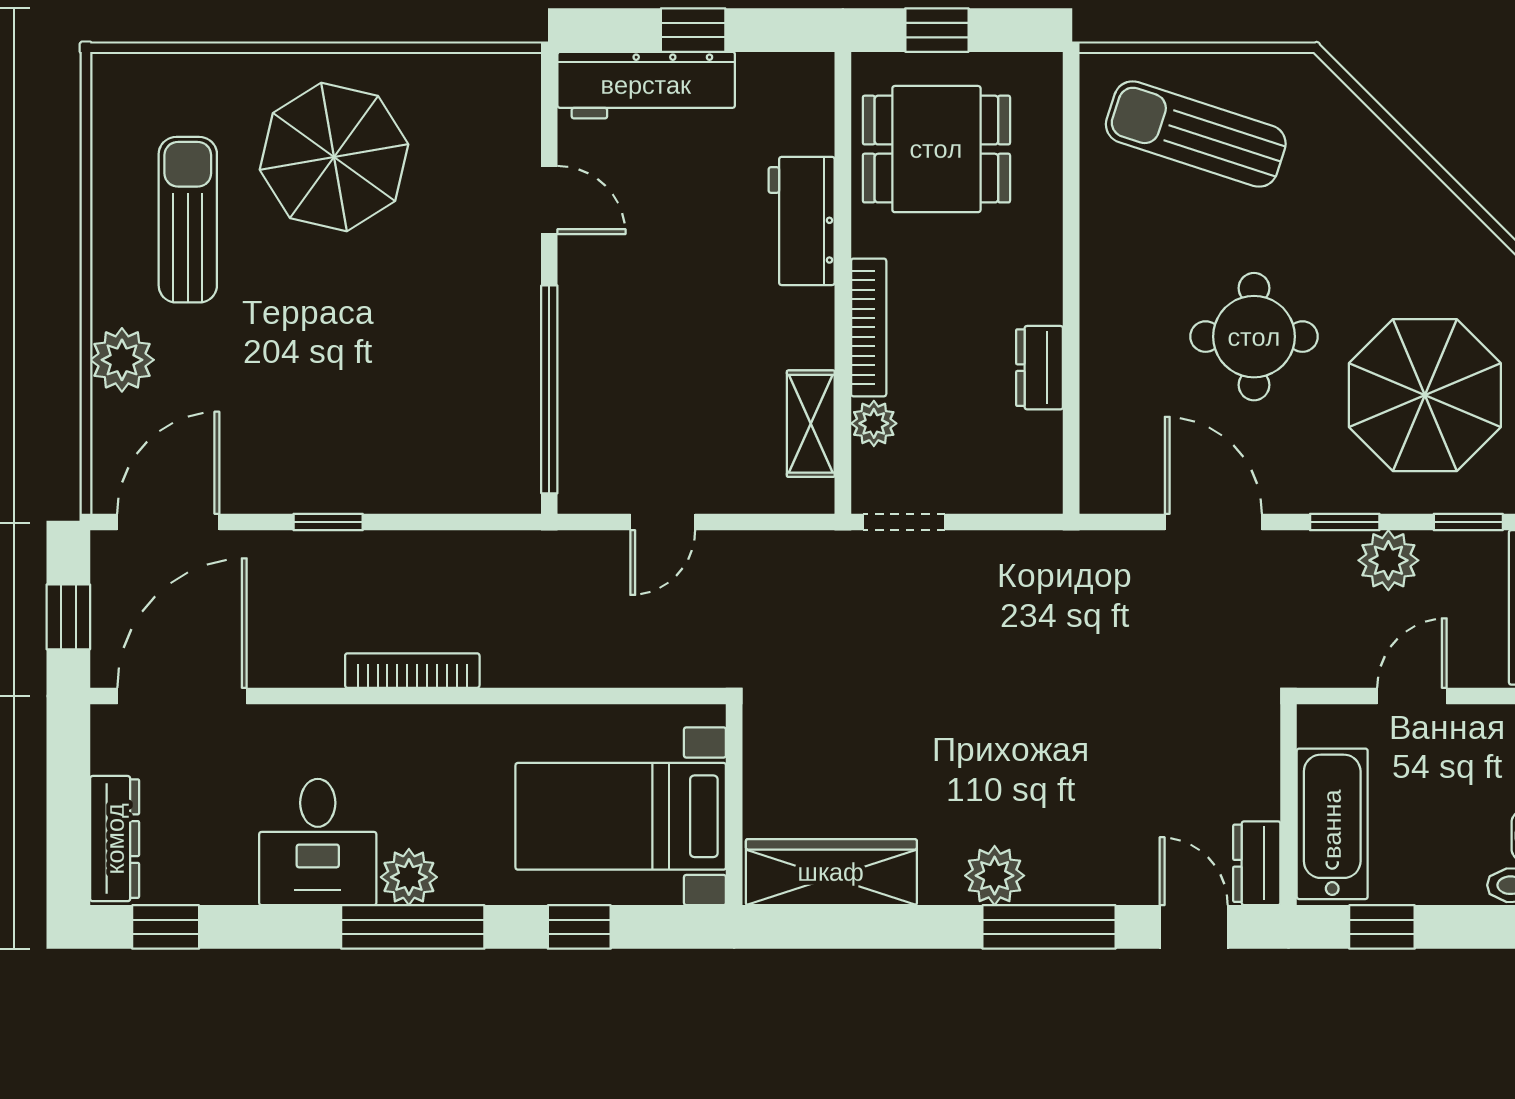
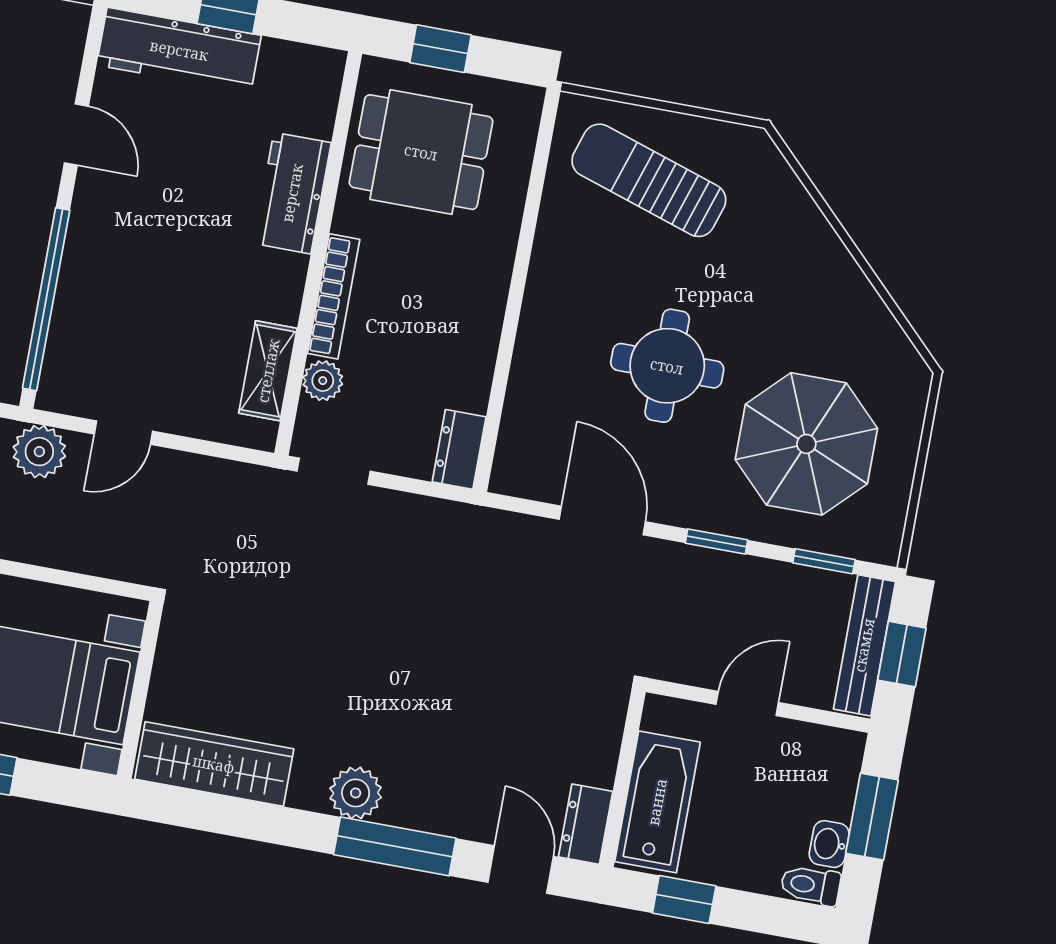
dresser: (1040, 368) -> (459, 449), moved
plant: (1388, 560) -> (39, 452), moved

